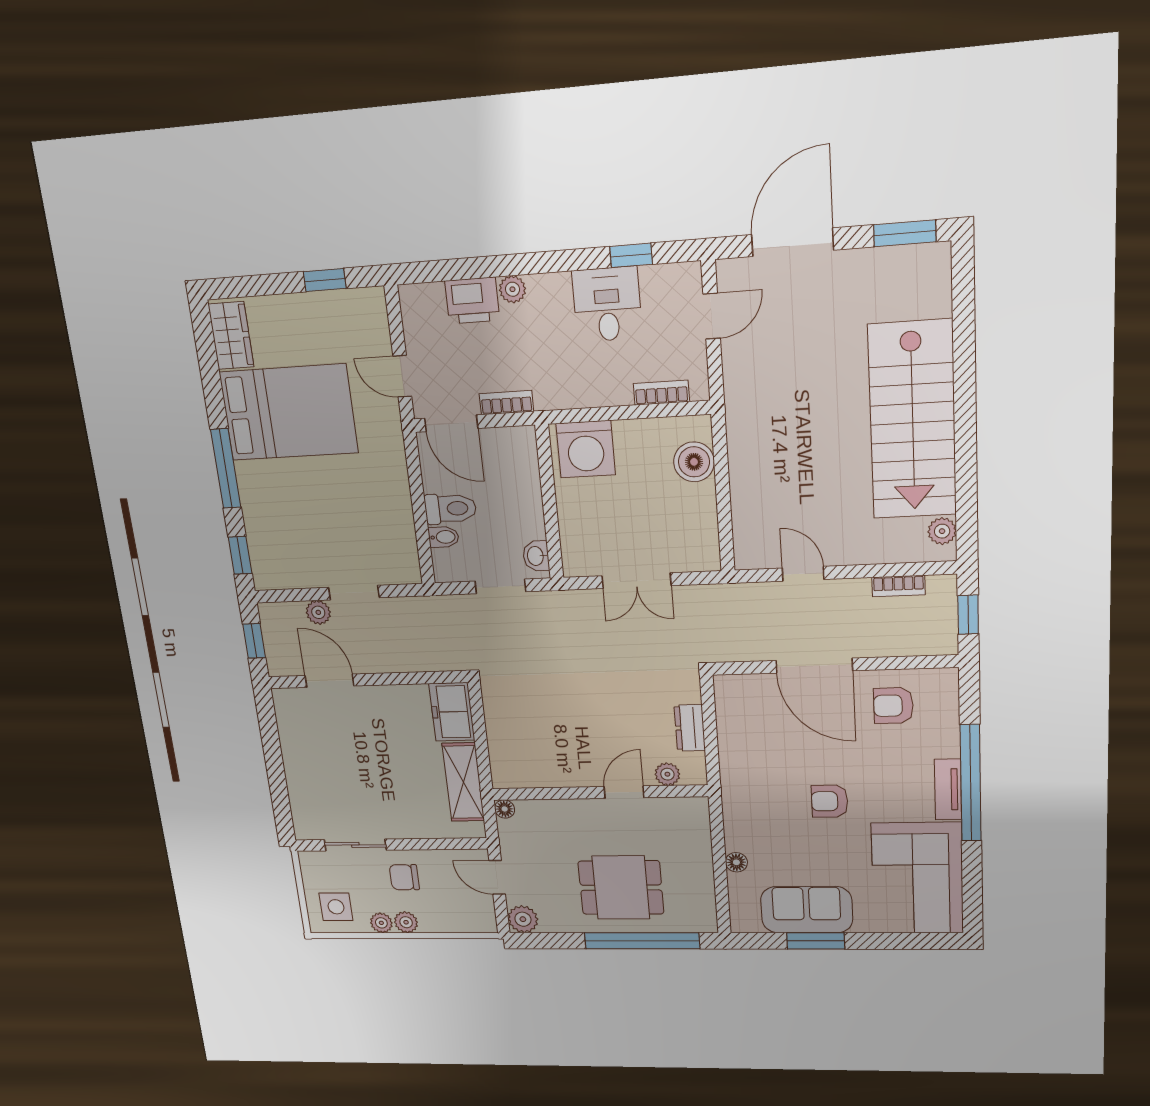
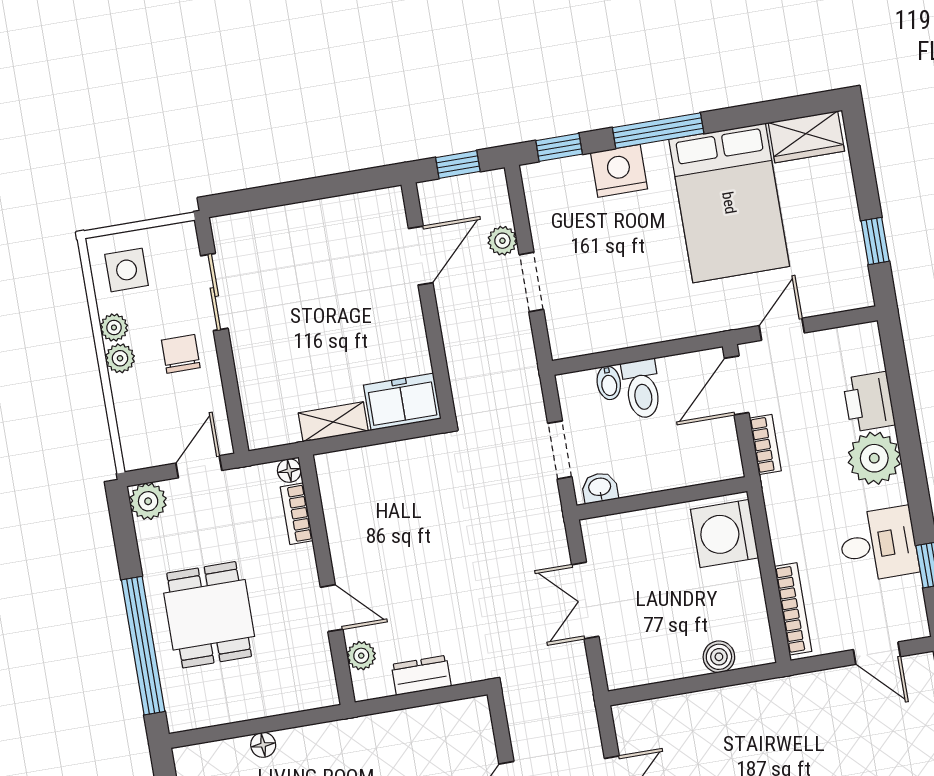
plant: (512, 289) -> (874, 458), width x1.88, depth x1.88
bookcase: (661, 393) -> (793, 609), width x1.56
boiler: (694, 462) -> (719, 657), width x0.73, depth x0.73
nightstand: (260, 506) -> (619, 171), added
shelving: (463, 782) -> (333, 422), width x0.67, depth x0.75
bookcase: (541, 808) -> (297, 514), added

